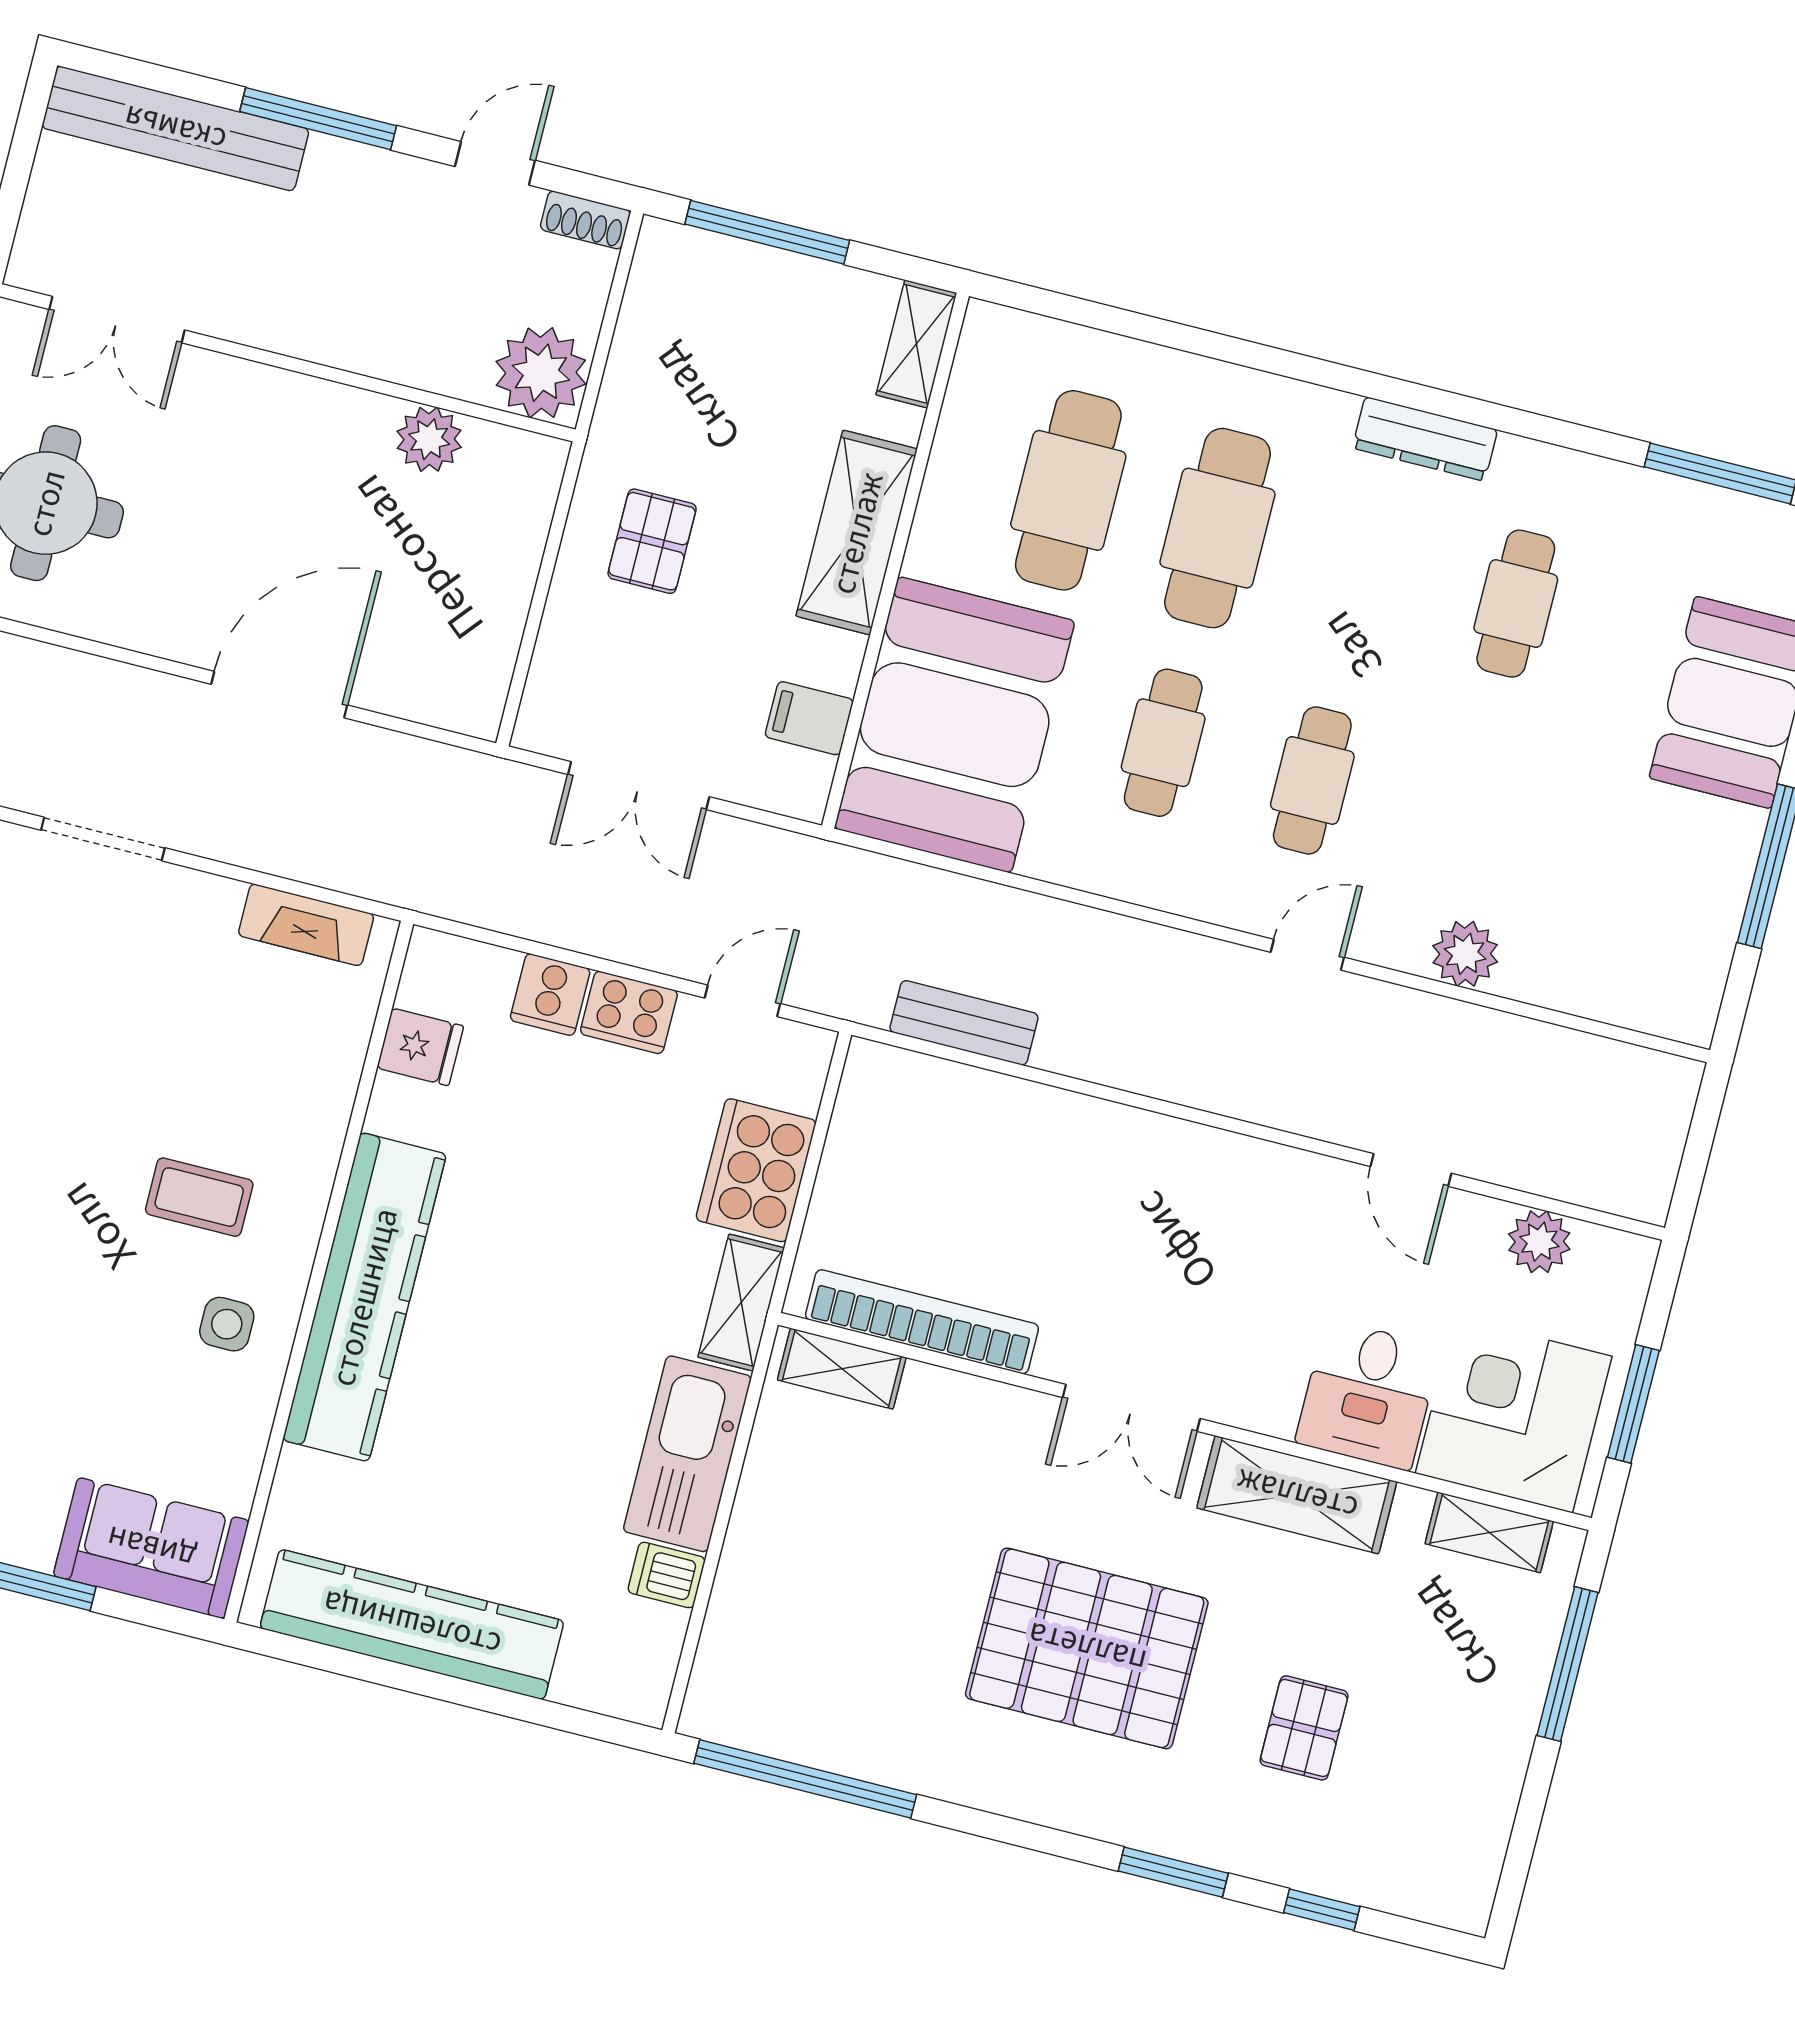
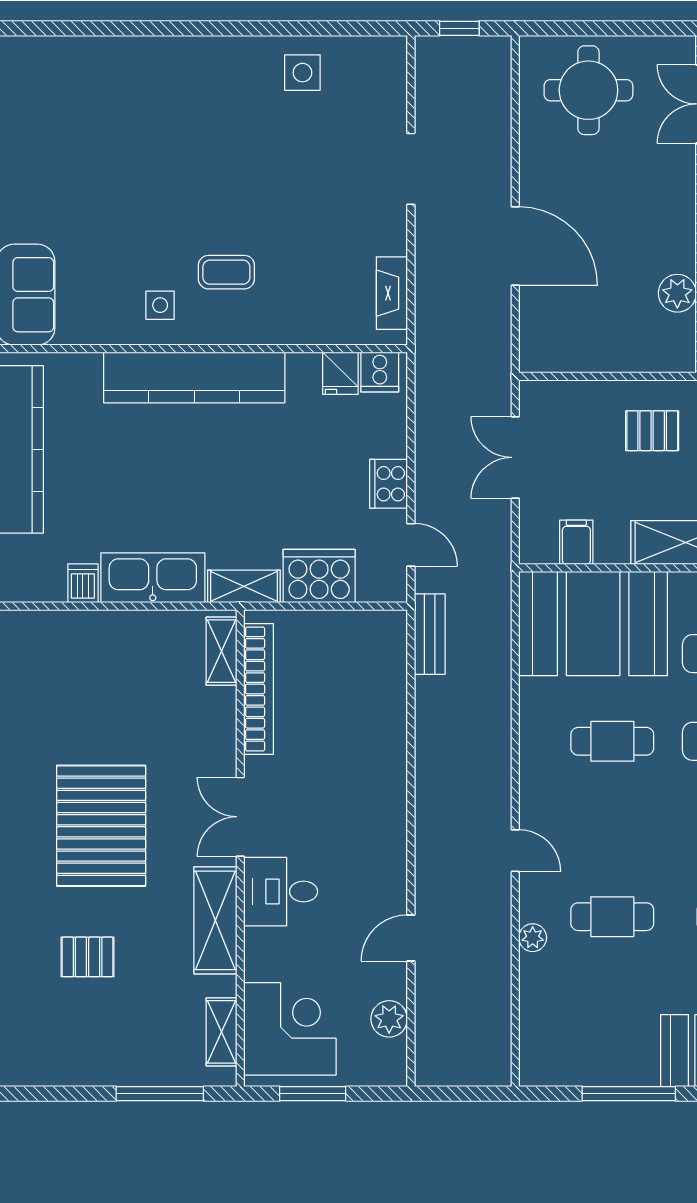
cafe table: (1312, 780) -> (612, 917), moved
plant: (1465, 954) -> (533, 938), width x0.73, depth x0.73
cooker: (550, 995) -> (380, 372), moved, turned -90
bench: (964, 1023) -> (430, 634), moved
coffee table: (199, 1197) -> (226, 272), turned 90
desk: (1368, 1395) -> (281, 892), moved

